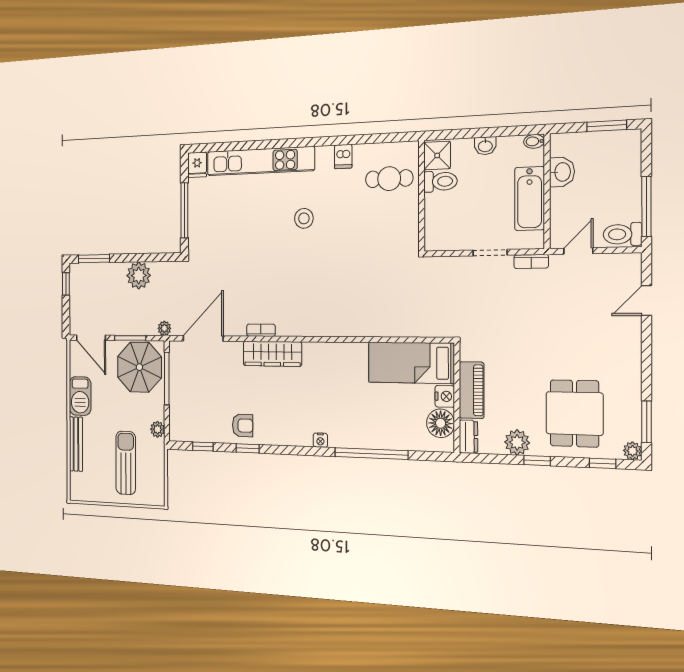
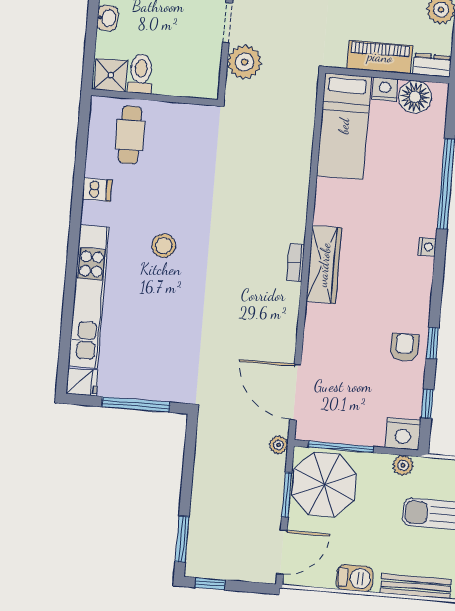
plant: (139, 275) -> (244, 62), moved
bookcase: (261, 330) -> (296, 263), moved
wardrobe: (272, 354) -> (324, 265), moved
barbecue: (80, 396) -> (355, 578), width x0.73, depth x0.79
nightstand: (180, 428) -> (403, 434), added

